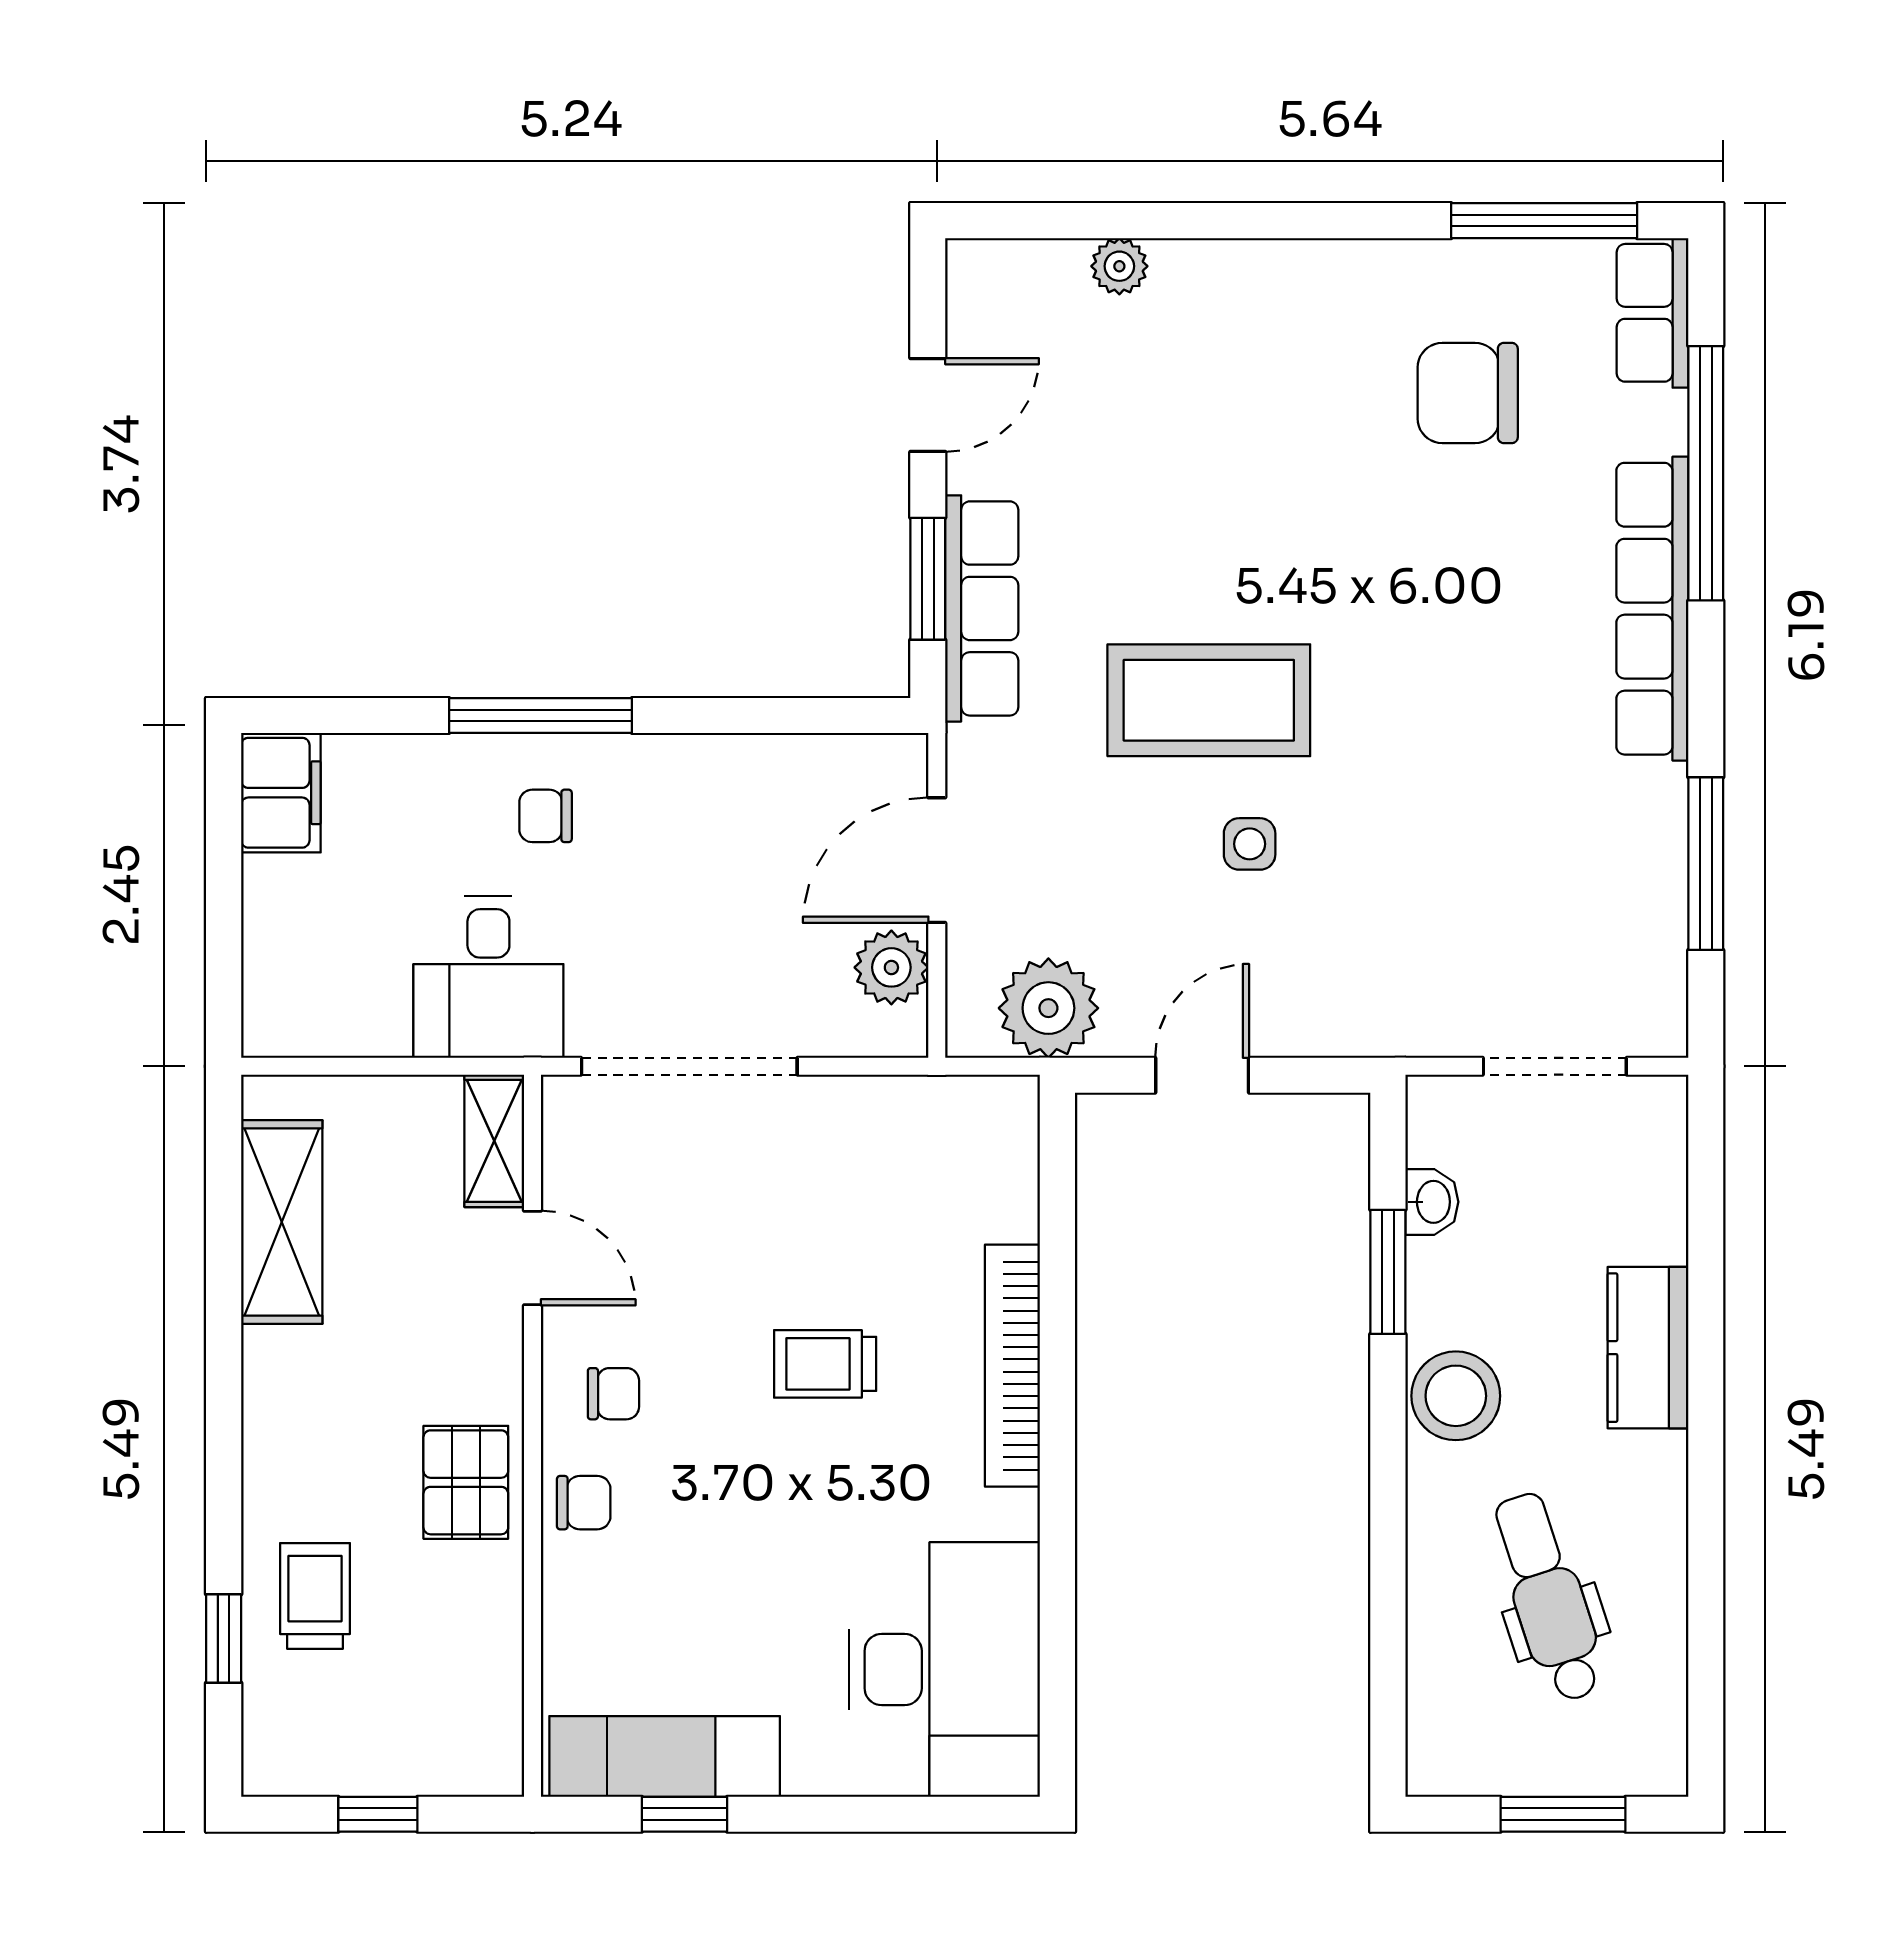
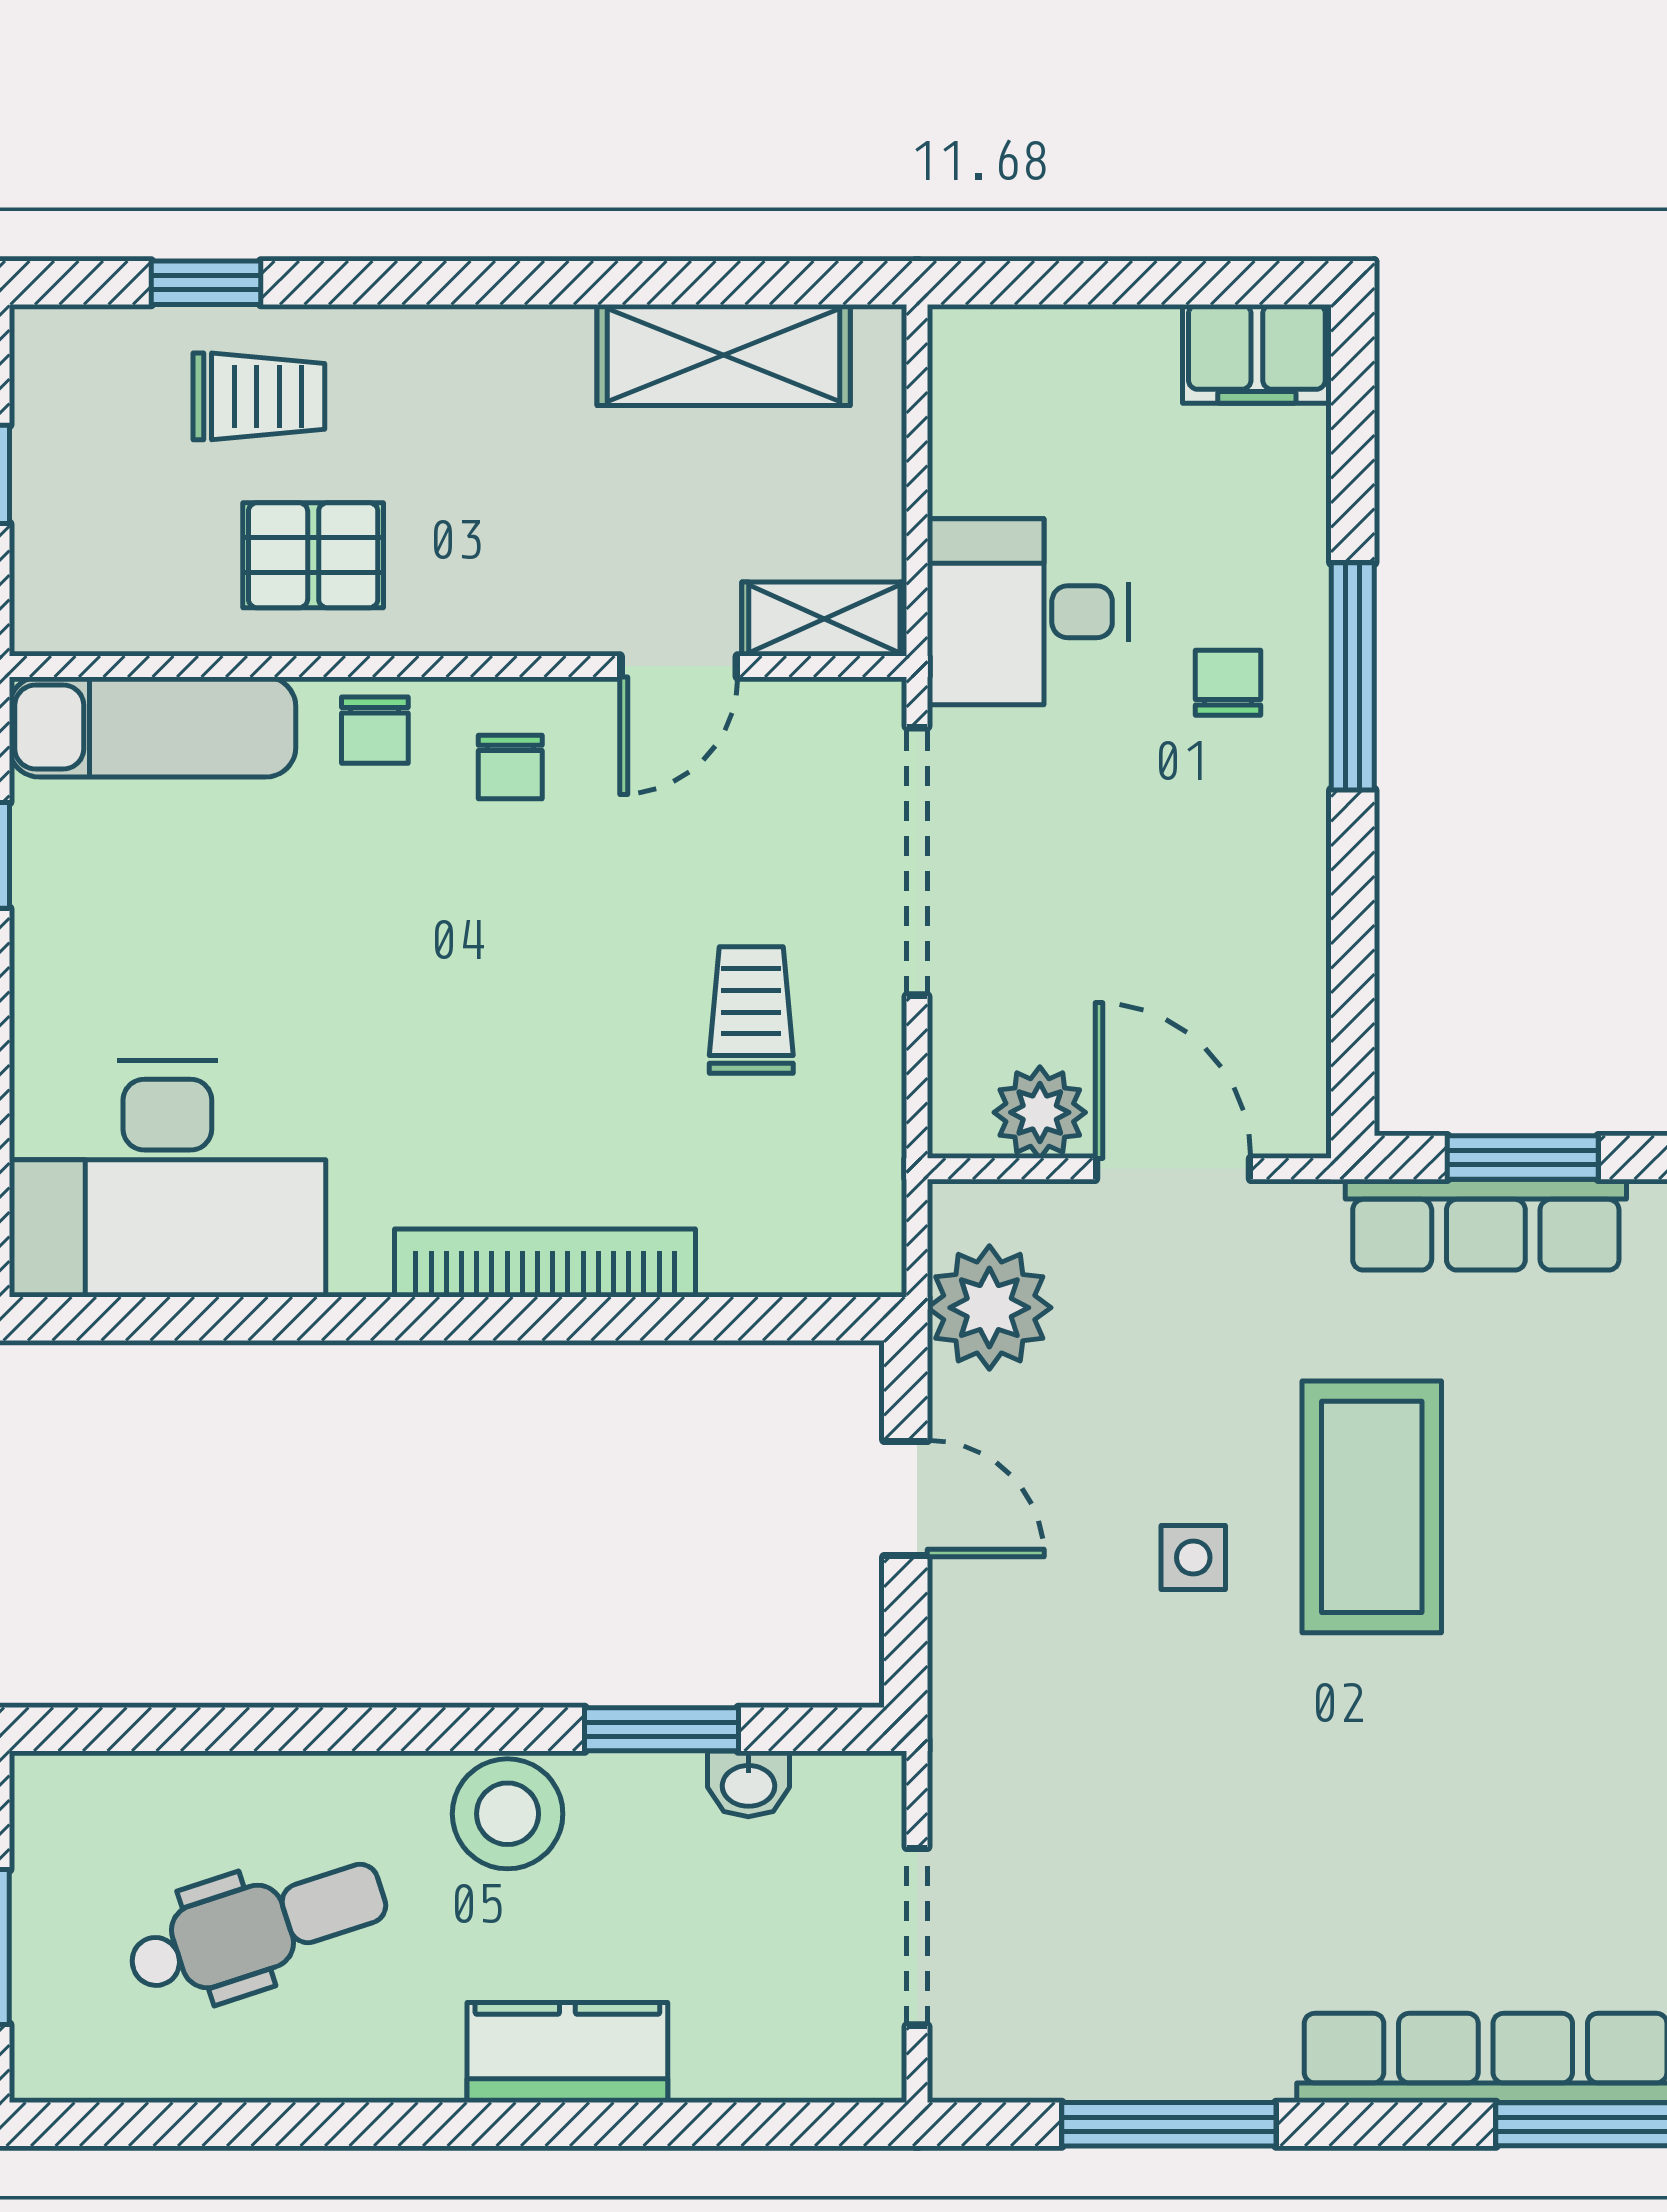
trolley: (825, 1364) -> (751, 1010), moved
pallet: (466, 1482) -> (313, 555), moved
exam couch: (665, 1756) -> (153, 727), moved, turned 90

